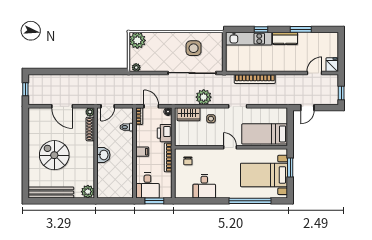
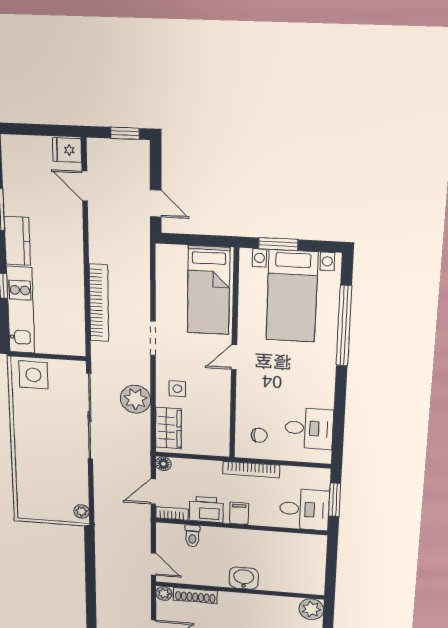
plant: (137, 40) -> (32, 506), removed
side table: (194, 48) -> (33, 375), moved
printer: (165, 133) -> (206, 509), moved, turned 180
desk: (204, 186) -> (309, 428), moved

